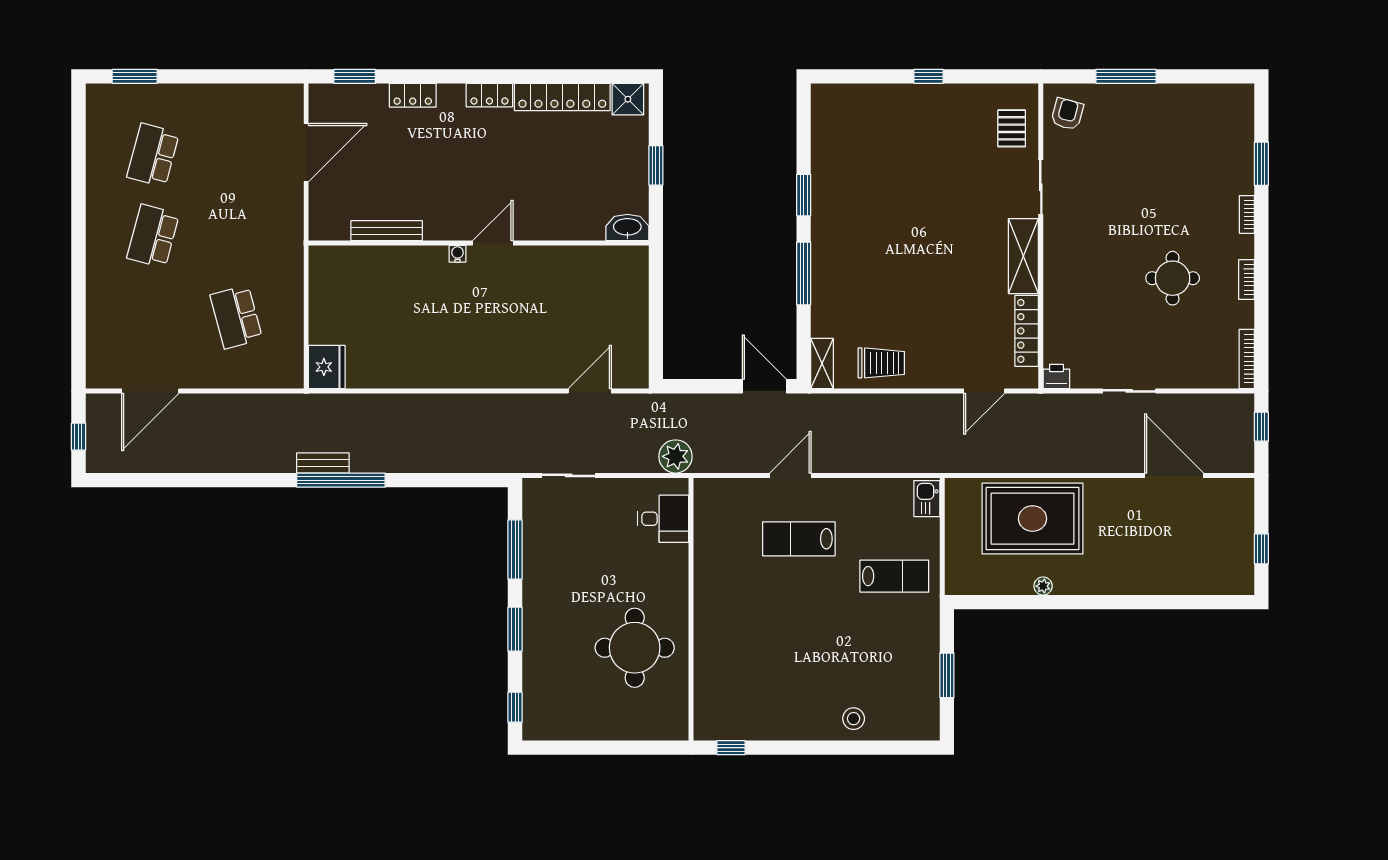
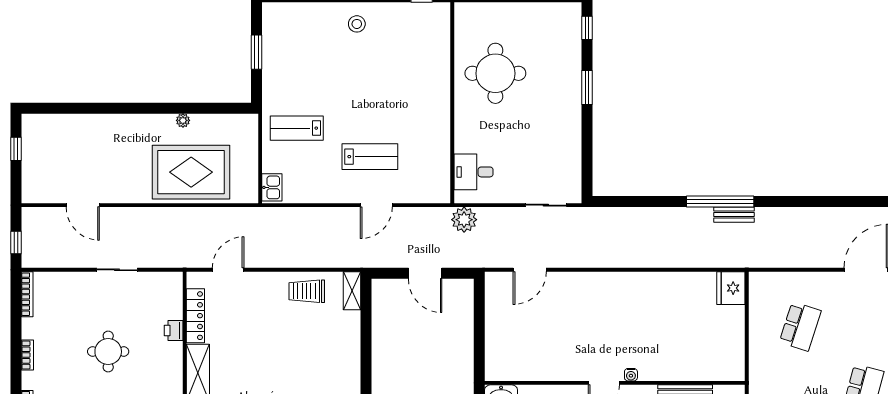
window: (804, 273) -> (366, 360), removed
round table: (1173, 278) -> (108, 352), moved
school desk: (236, 317) -> (800, 326), turned 33
printer: (1056, 376) -> (174, 331), moved, turned 90
door: (764, 386) -> (425, 273), moved
door: (1174, 475) -> (83, 205), width x0.73
window: (515, 549) -> (587, 148), removed
stool: (854, 719) -> (357, 24), moved

